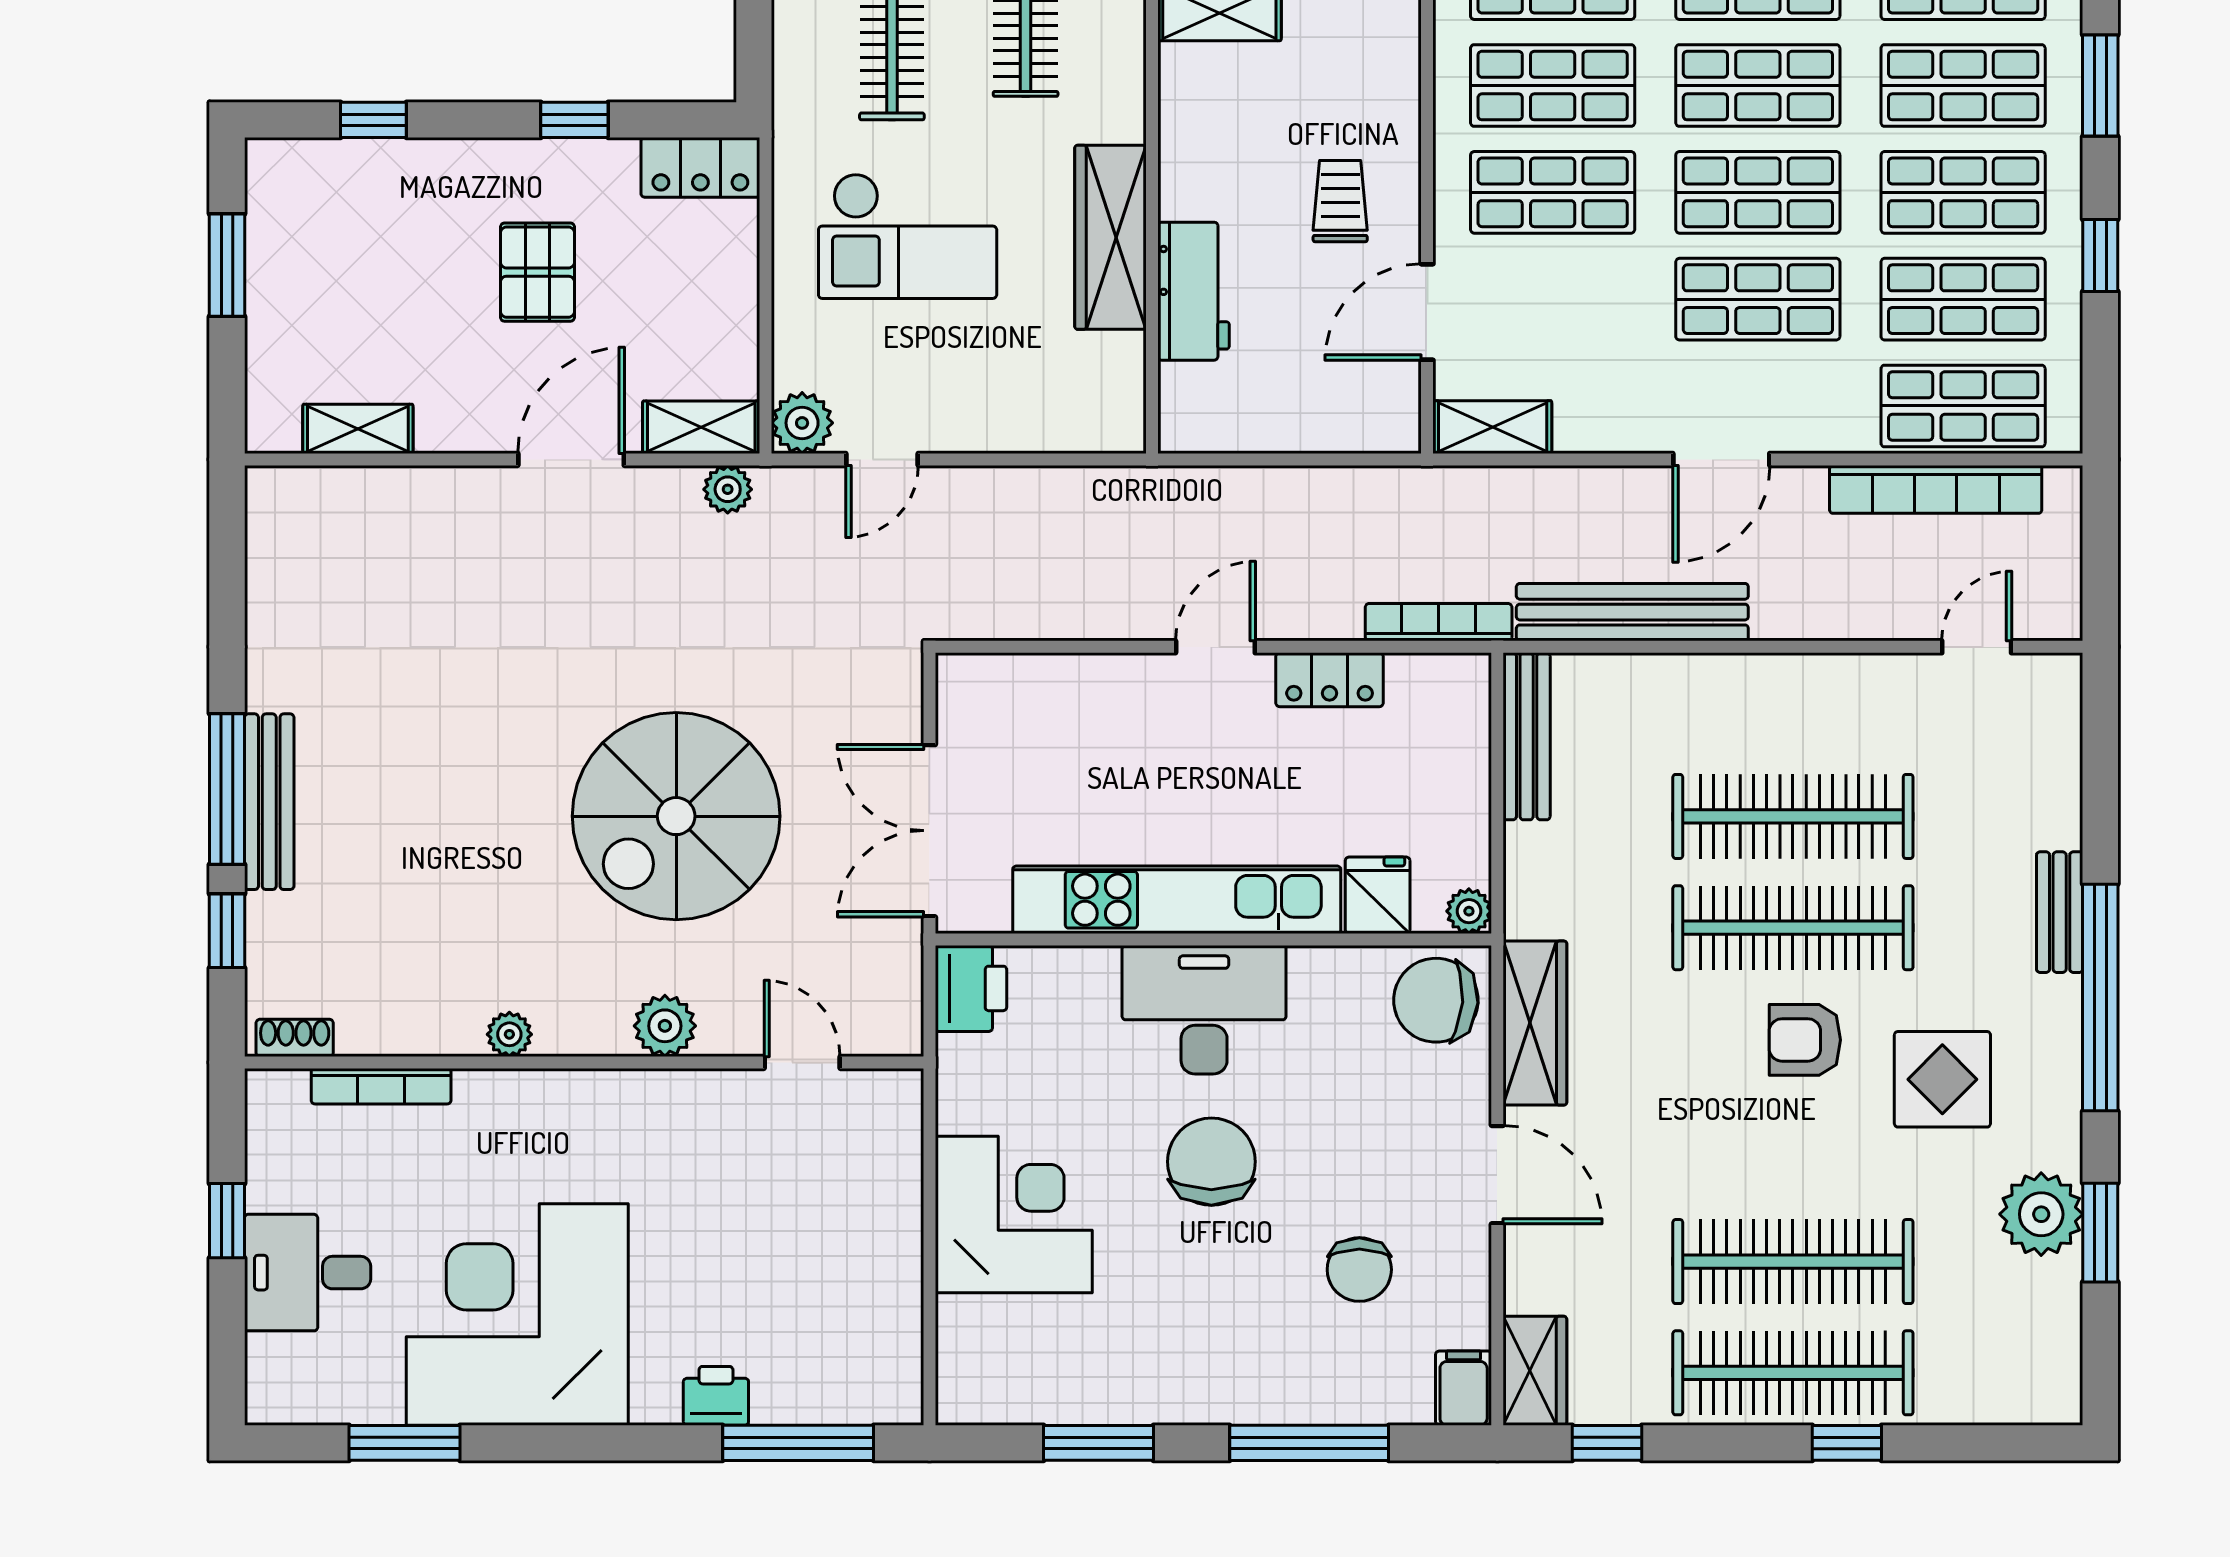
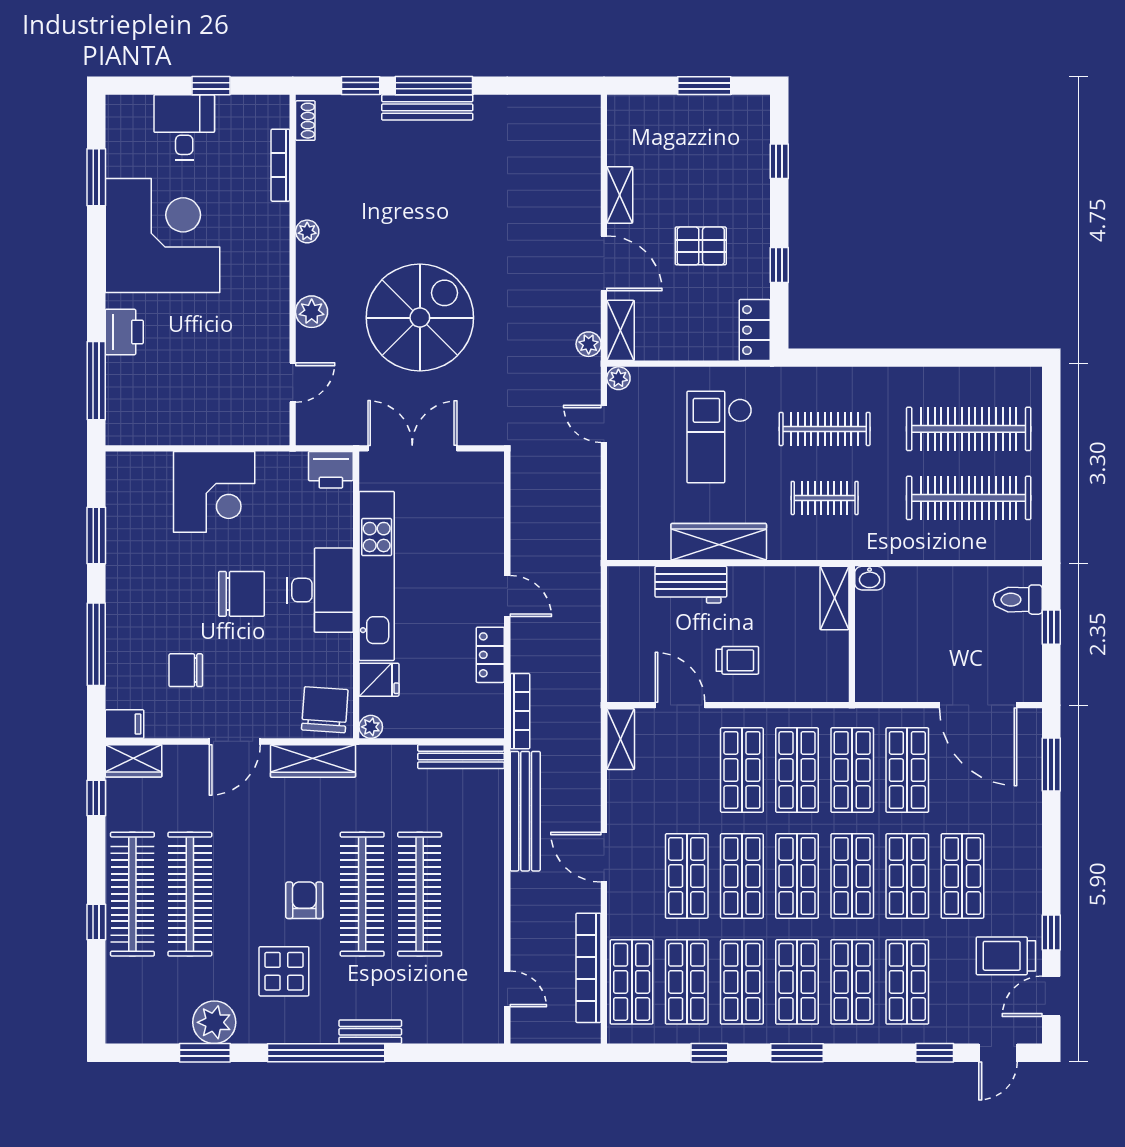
plant: (802, 423) -> (618, 378), width x0.73, depth x0.73
shelving: (358, 429) -> (620, 195), moved
spiral stairs: (676, 816) -> (420, 318), turned 90
printer: (716, 1396) -> (124, 332), width x1.36, depth x1.24

